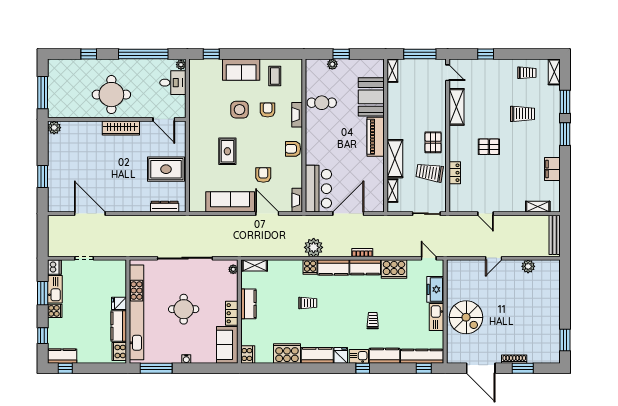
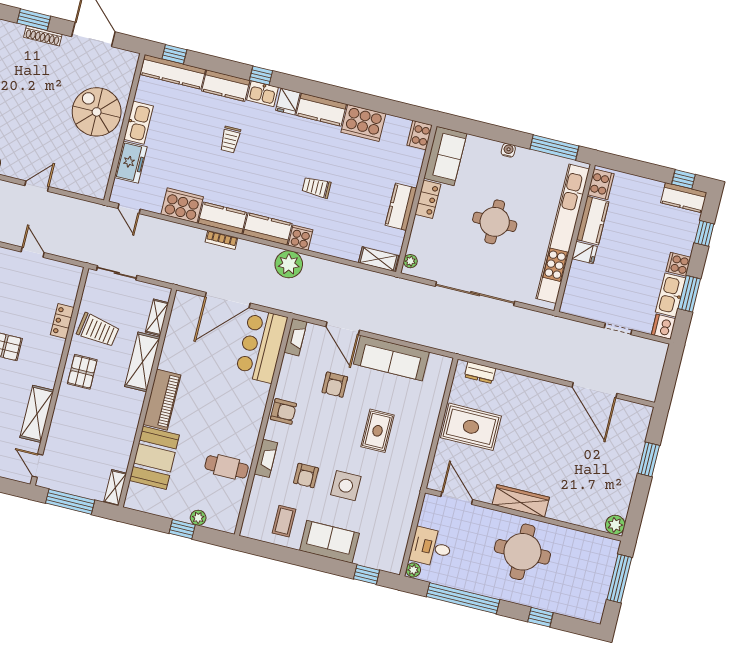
dresser: (165, 207) -> (480, 373), width x0.70

